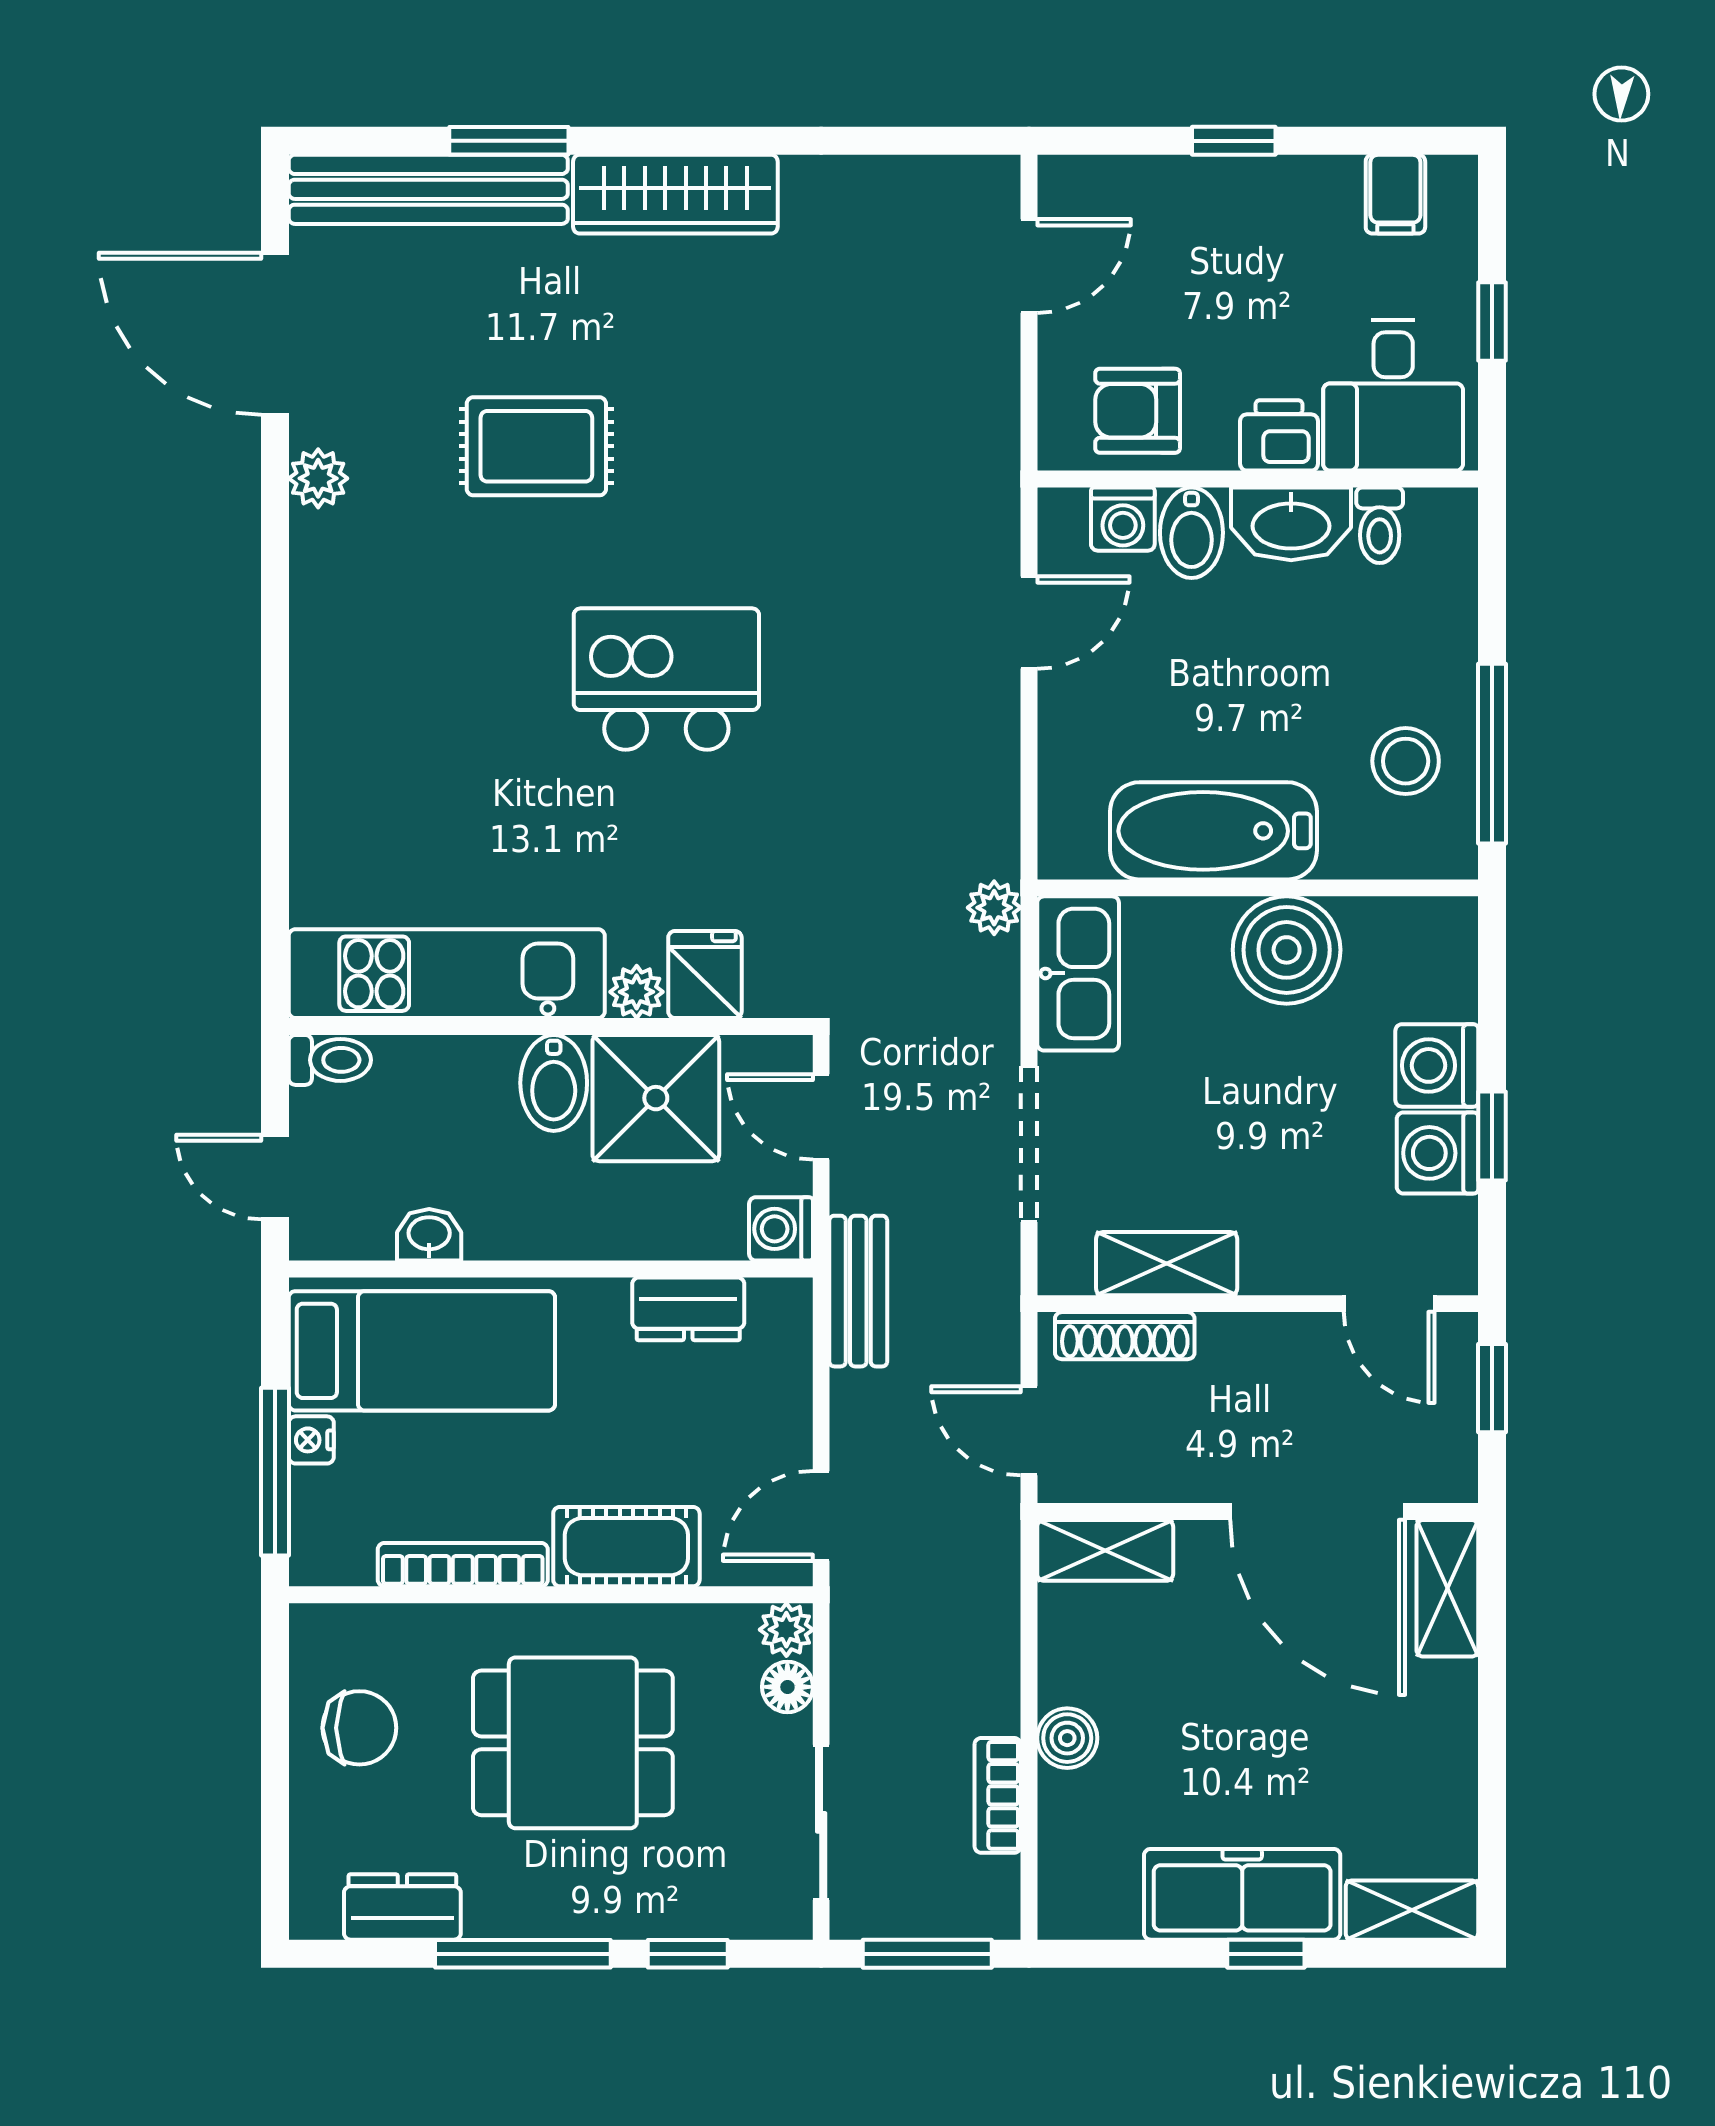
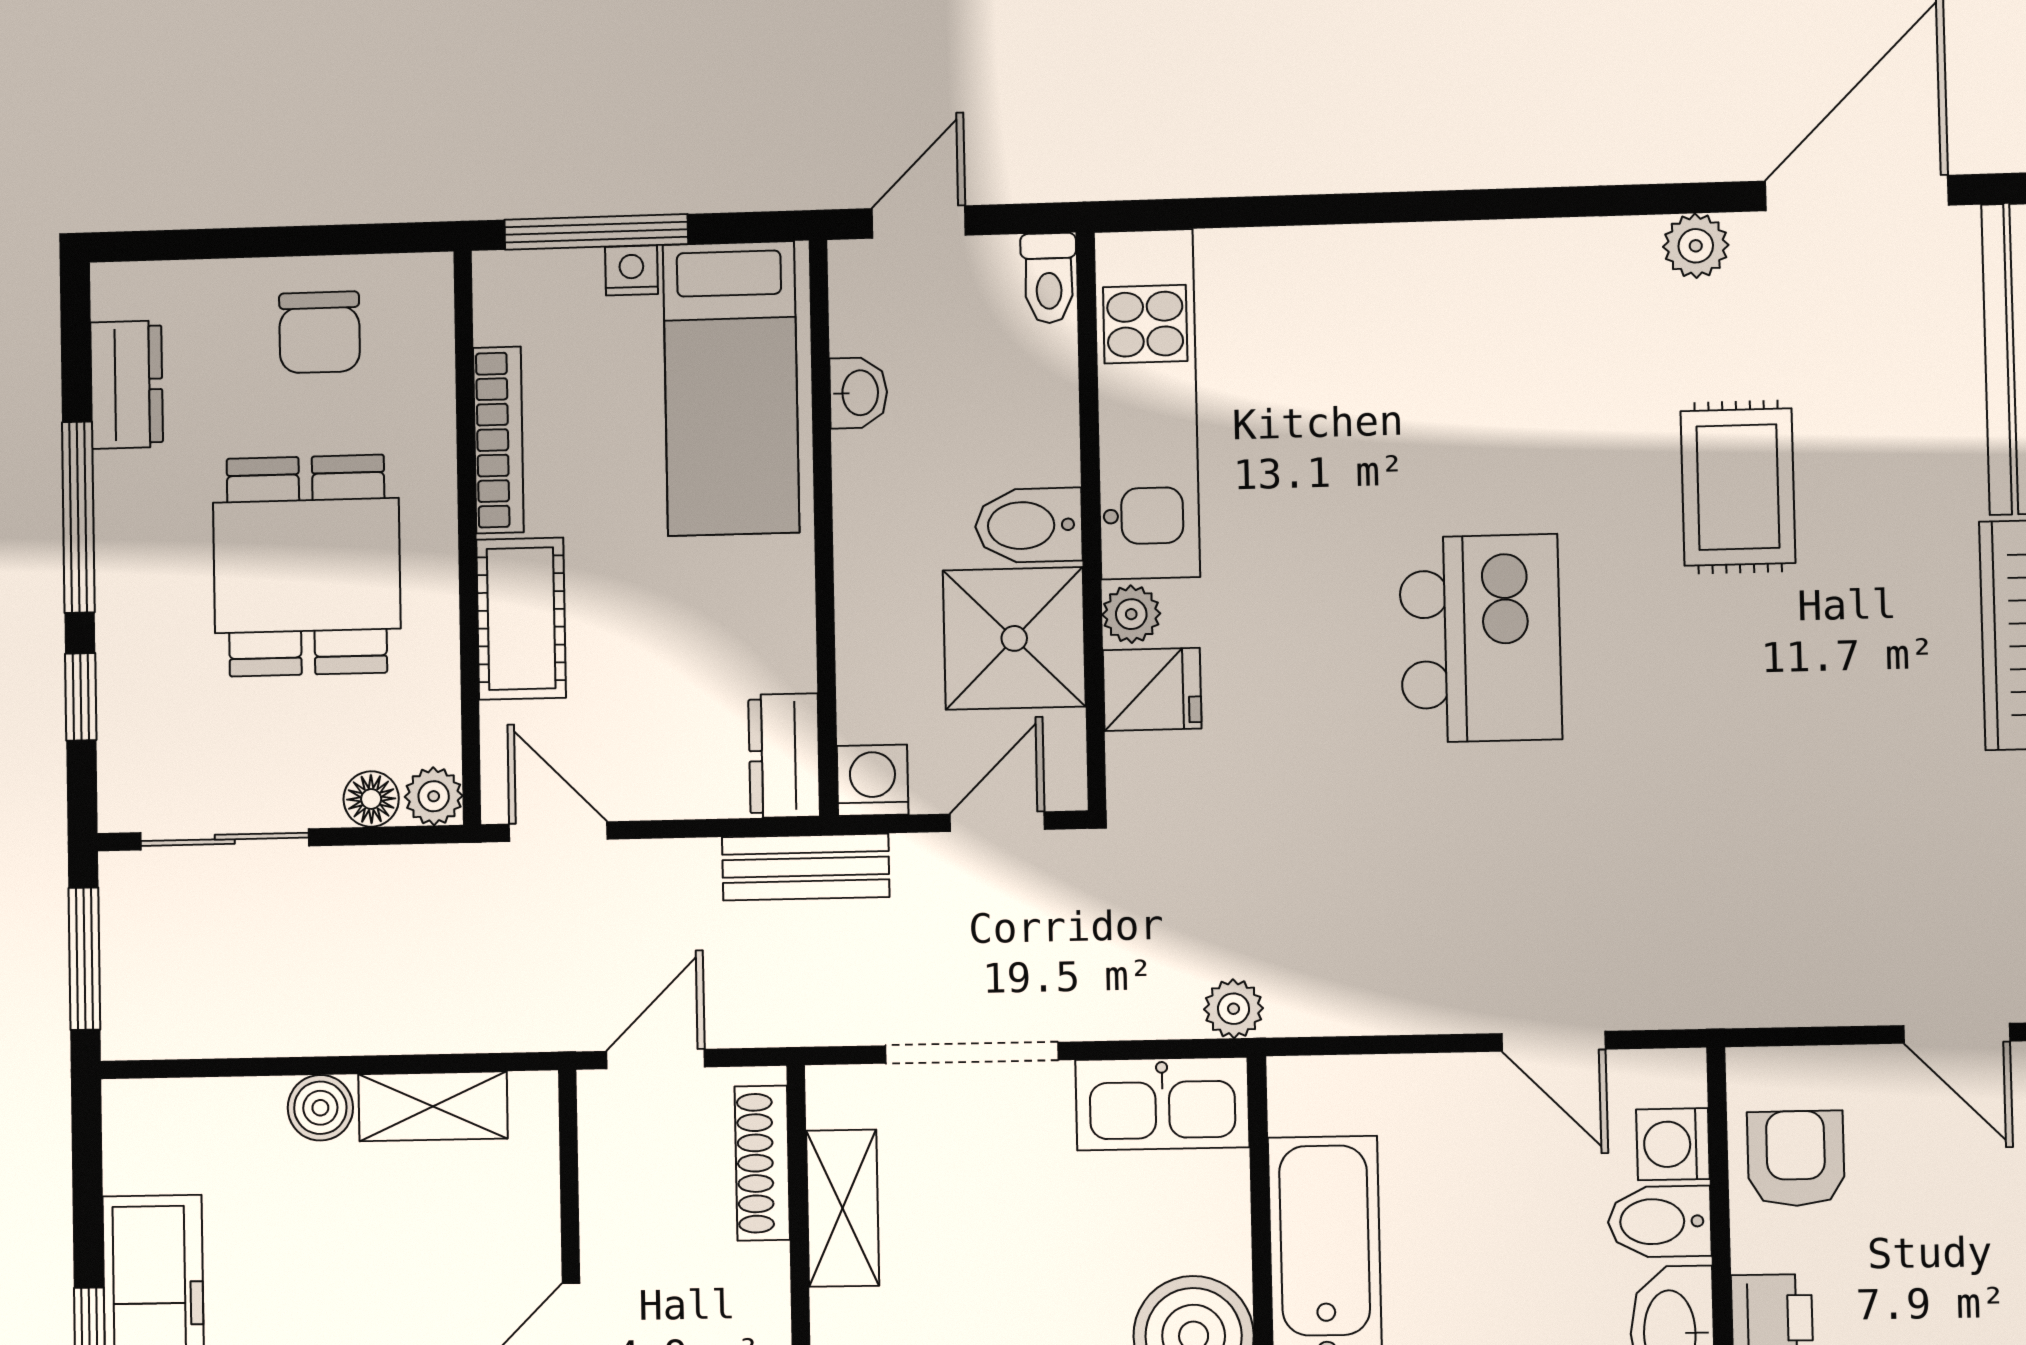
dresser: (688, 1309) -> (784, 756), moved
shelving: (1105, 1550) -> (433, 1106), moved, turned 90
bookcase: (998, 1795) -> (257, 1032), removed

